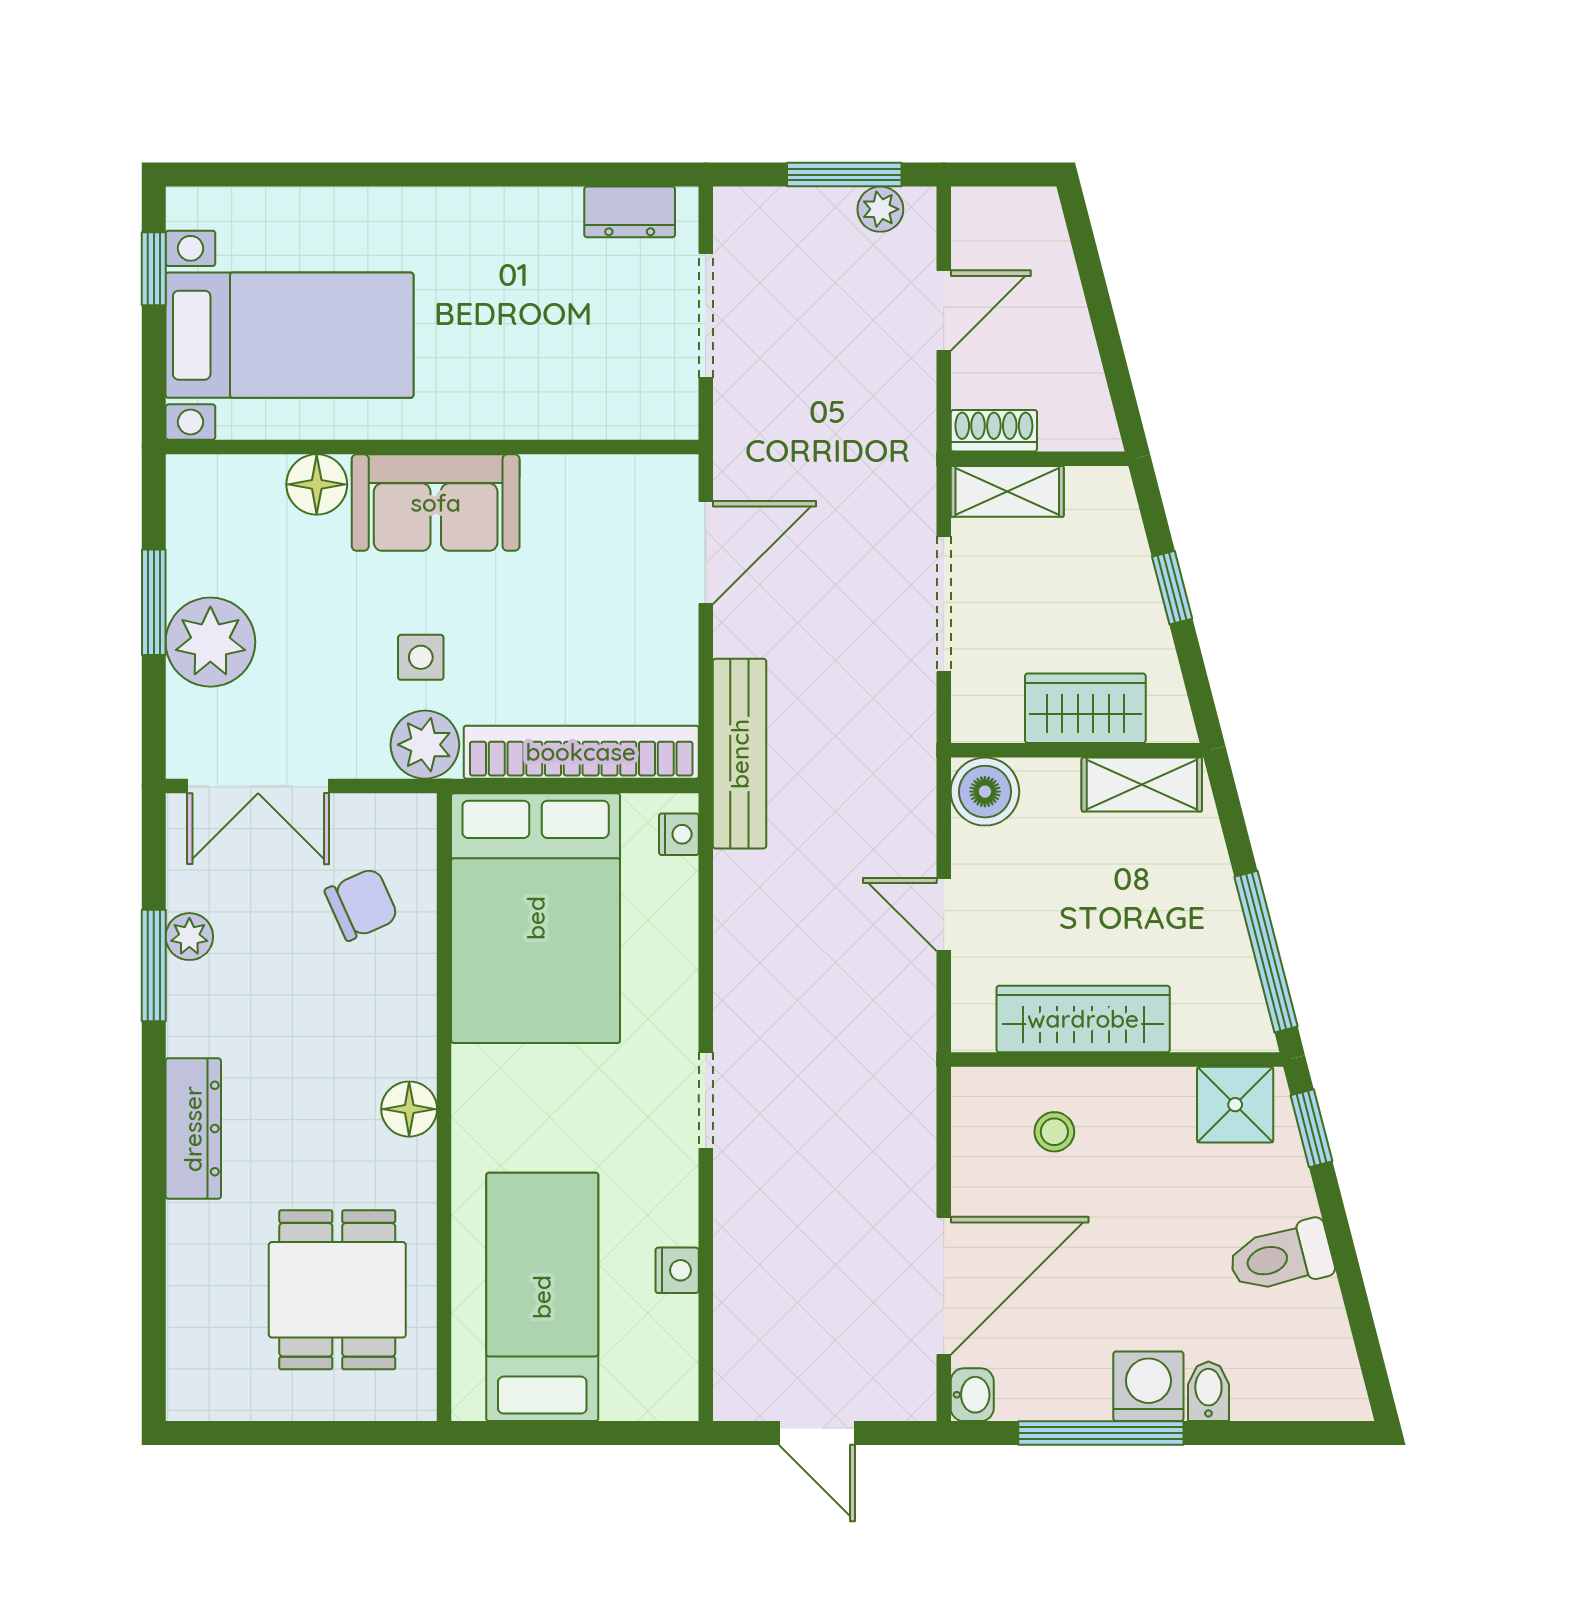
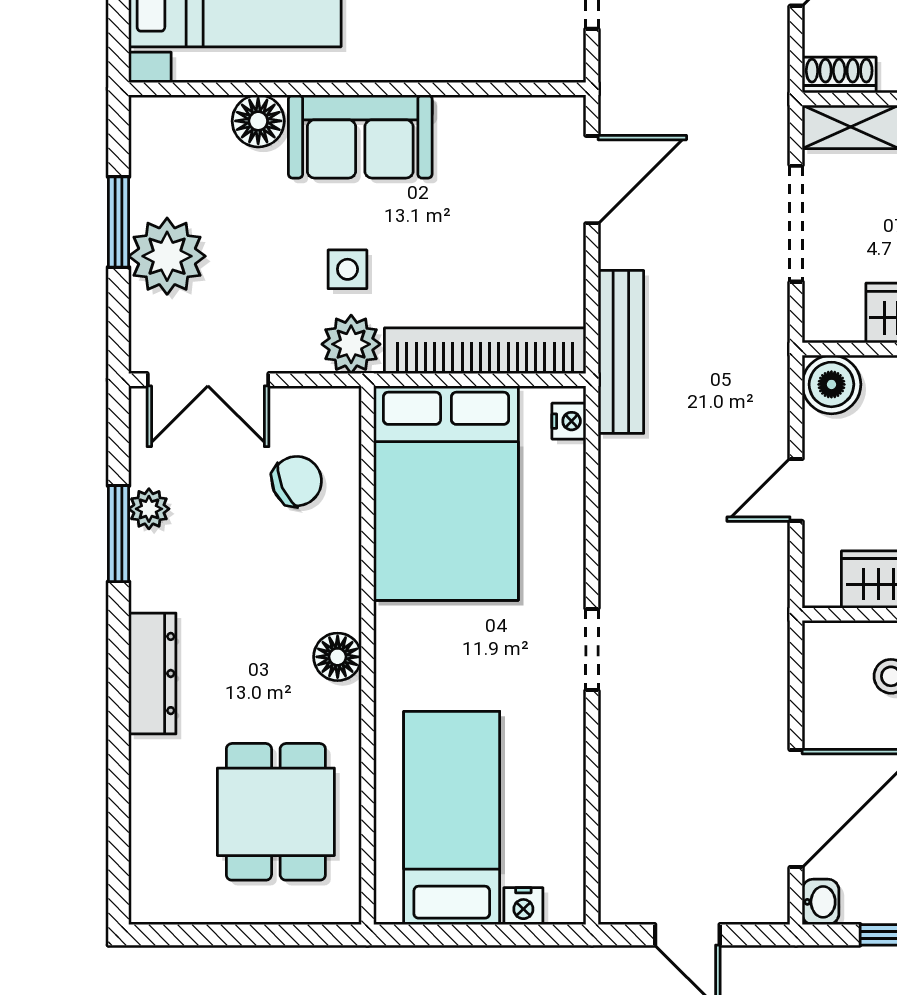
door: (944, 915) -> (796, 490), hinge flipped
nightstand: (677, 1270) -> (523, 906), moved, turned 90

